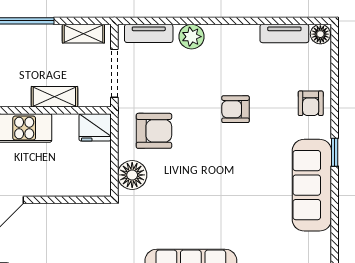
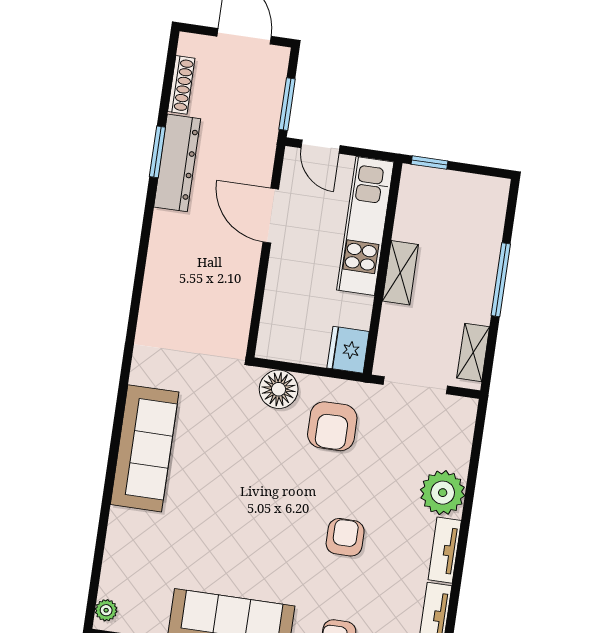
tv unit: (149, 33) -> (445, 550), moved
plant: (191, 37) -> (443, 493), width x1.36, depth x1.36
shelving: (54, 97) -> (400, 273), moved

